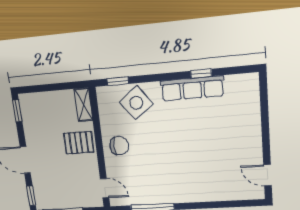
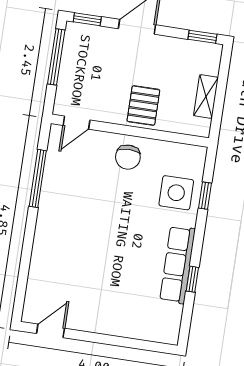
window: (118, 81) -> (205, 196), moved
side table: (136, 103) -> (176, 193), turned 37
shelving: (83, 105) -> (206, 97), moved, turned 90

